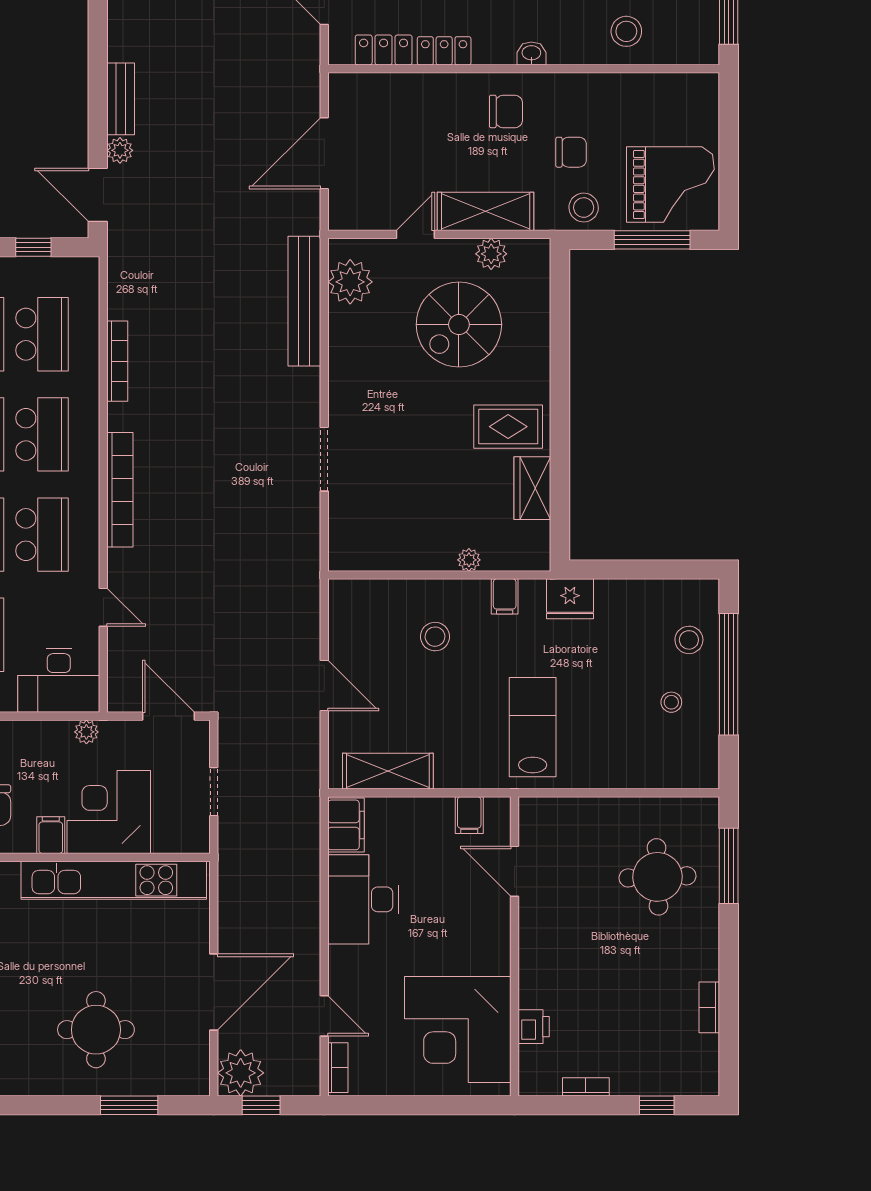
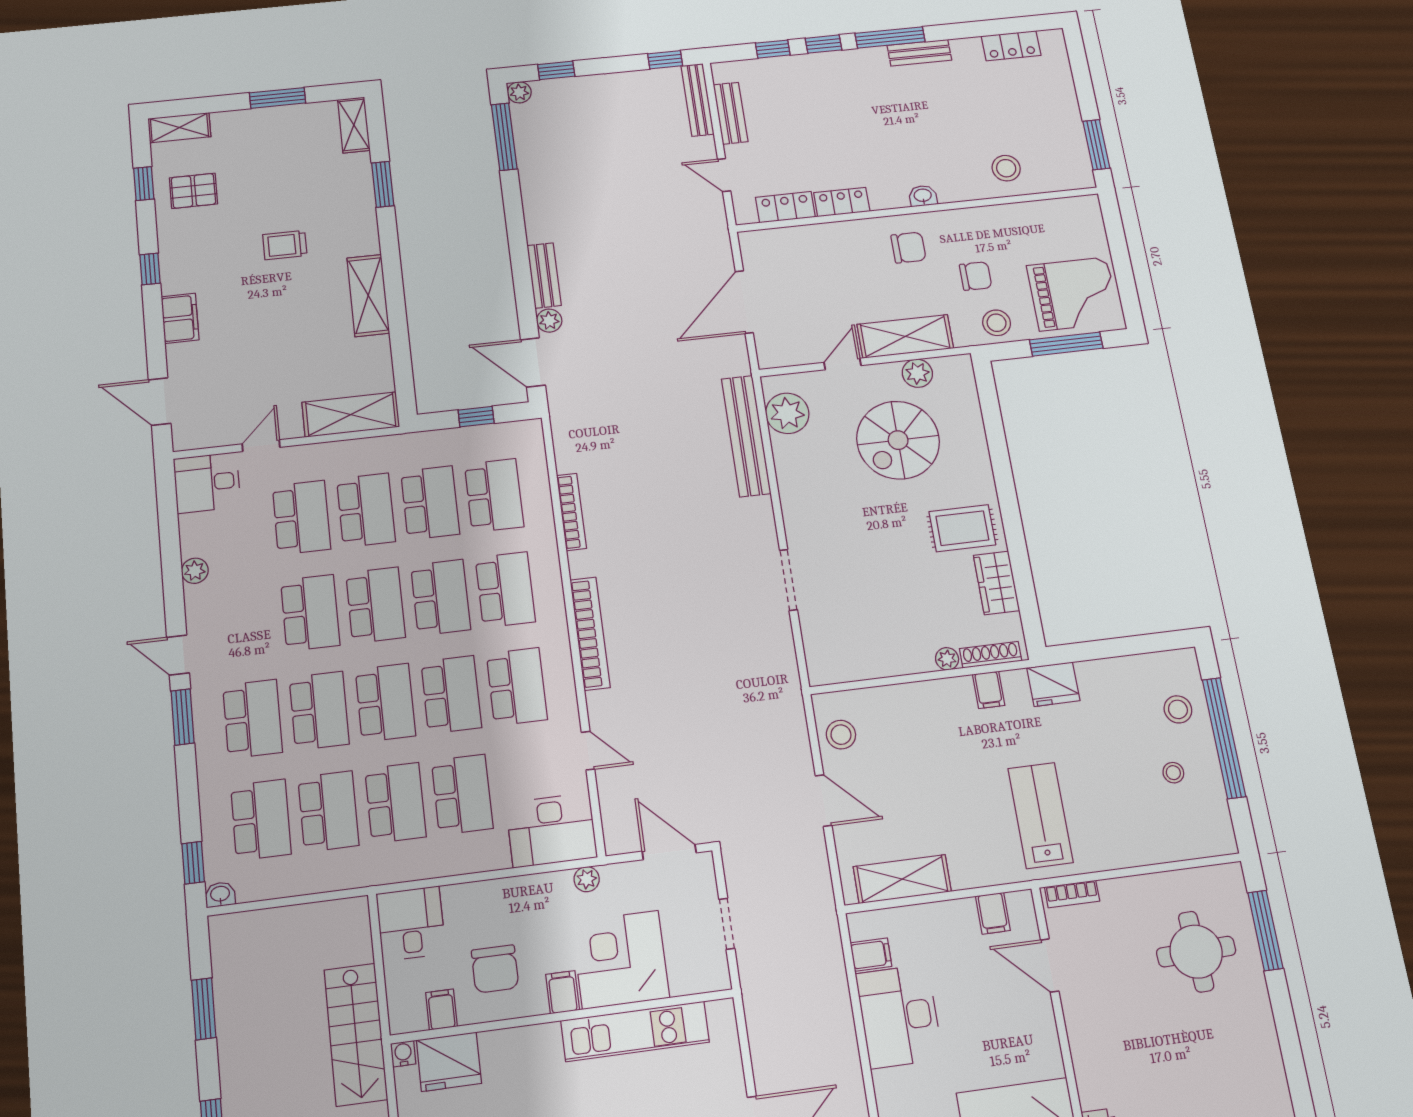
shoe rack: (513, 561) -> (991, 655), added
stool: (435, 637) -> (841, 735), moved
filing cabinet: (346, 825) -> (871, 955), width x0.50
kitchen unit: (114, 880) -> (635, 1031), width x0.73
bookcase: (709, 1007) -> (1072, 894), moved, turned -90

